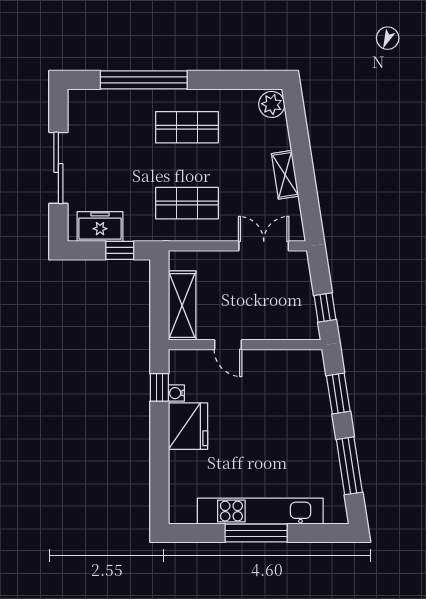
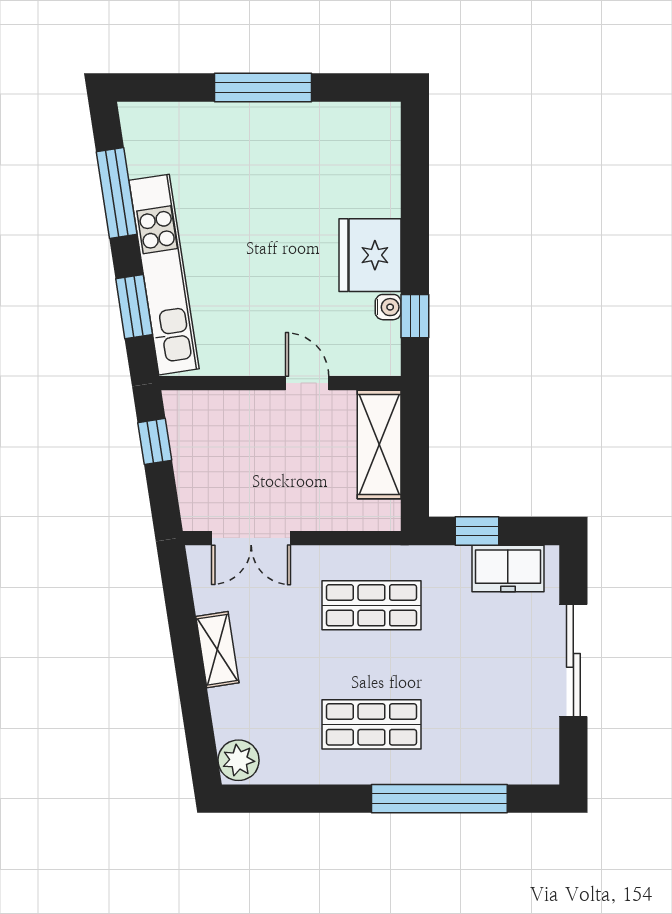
kitchen unit: (260, 511) -> (164, 275), moved, turned -99

